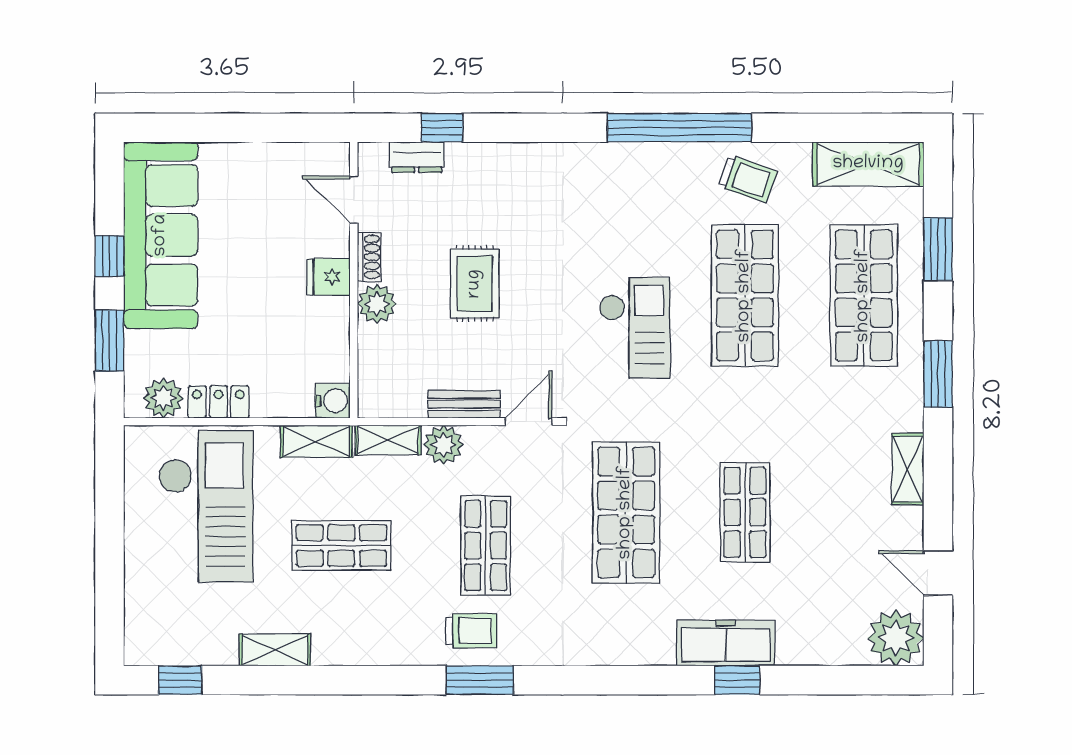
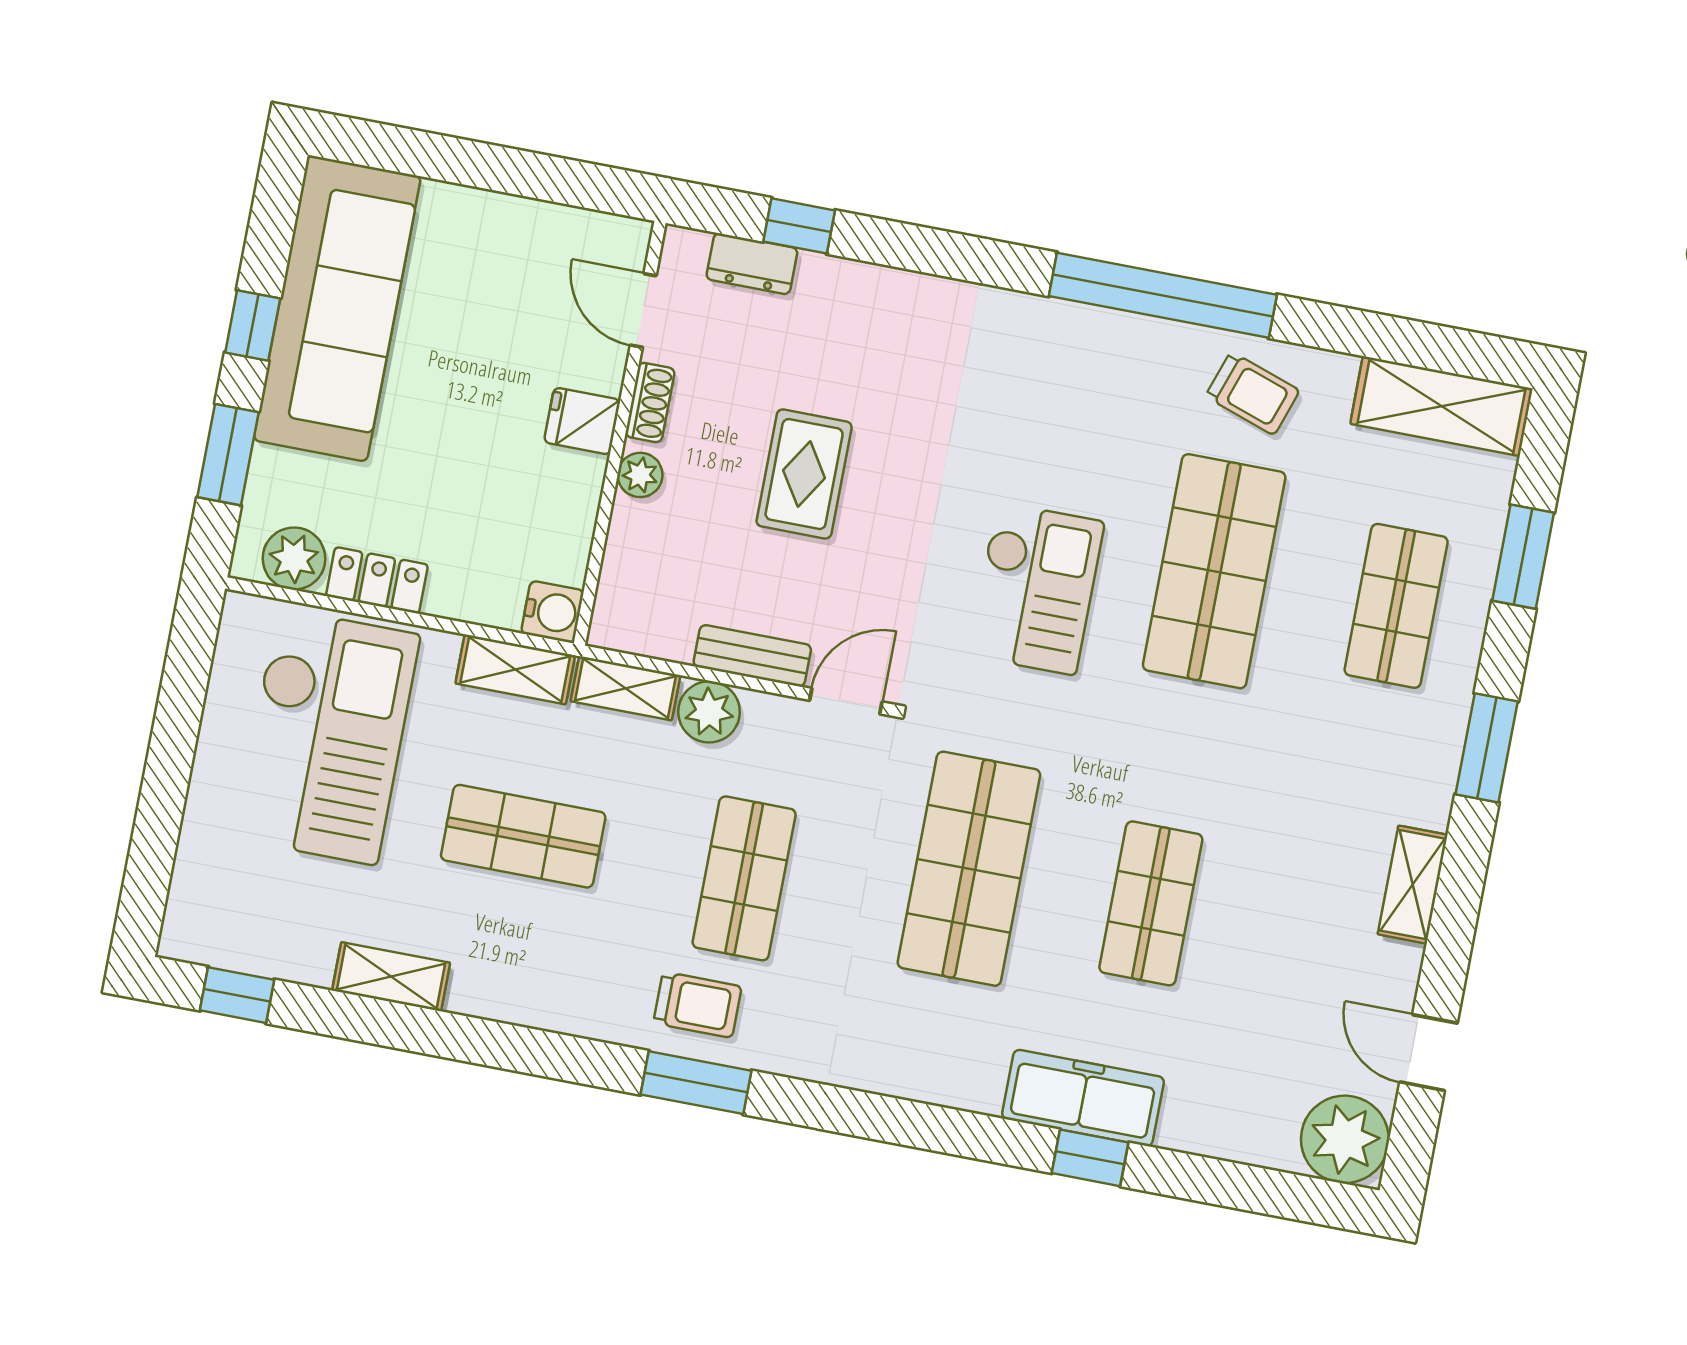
shop shelf: (864, 295) -> (1396, 606), width x0.70, depth x0.74
plant: (377, 304) -> (640, 475), width x0.73, depth x0.73

